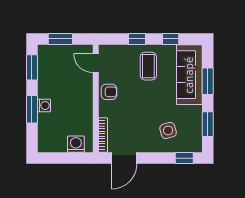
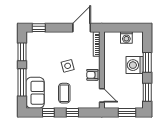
sofa: (189, 75) -> (35, 93), width x0.73
window: (208, 81) -> (22, 82), width x1.44
washing machine: (44, 106) -> (135, 65), width x1.89, depth x1.89
side table: (168, 130) -> (68, 66), moved
washing machine: (76, 144) -> (126, 38), moved

